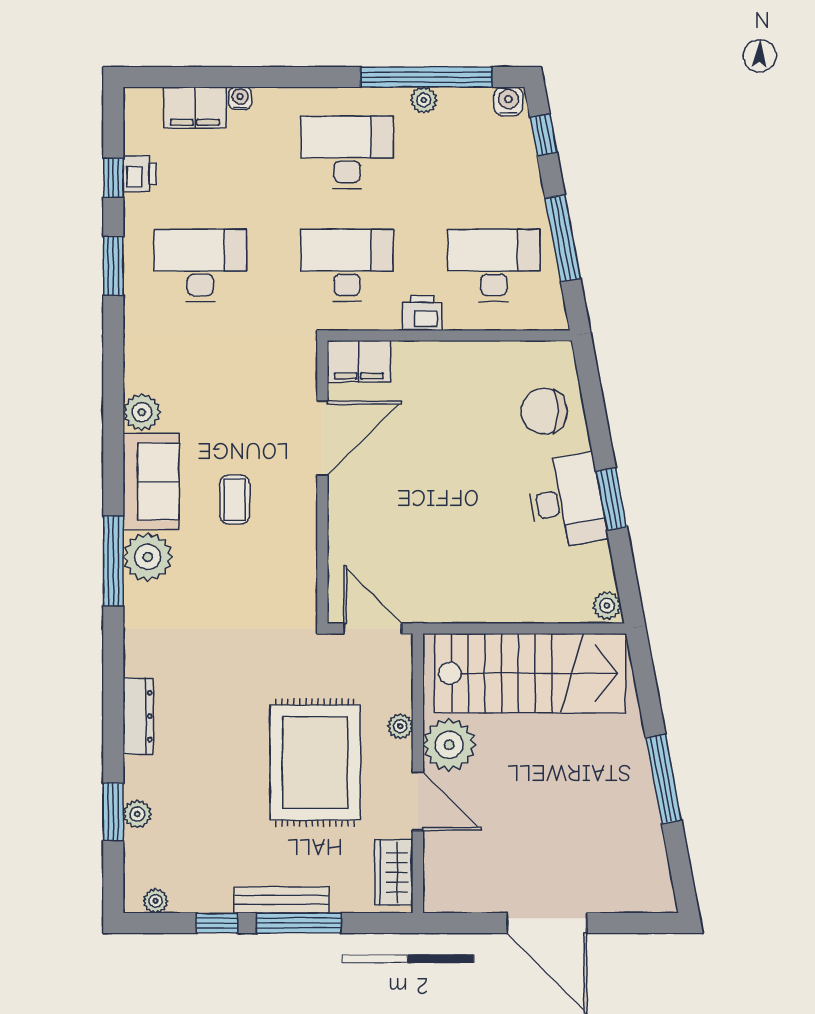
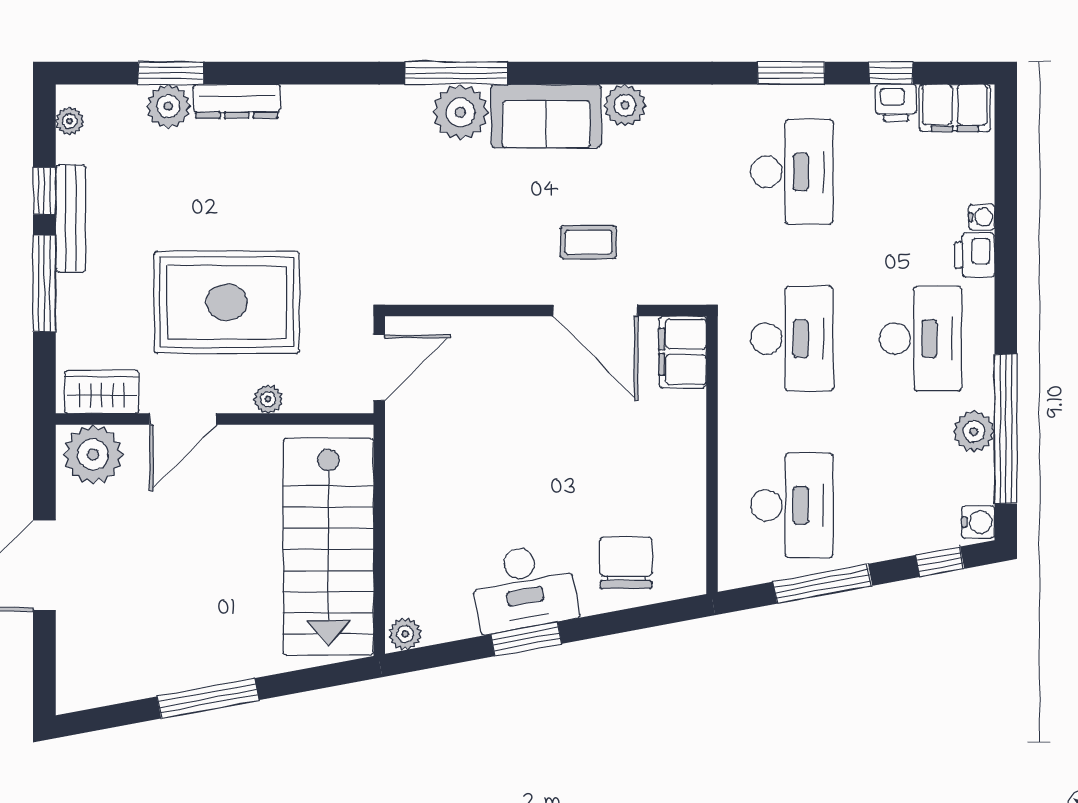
plant: (424, 100) -> (974, 431), width x1.38, depth x1.38
filing cabinet: (195, 108) -> (955, 108), moved, turned -90
printer: (422, 313) -> (975, 255), moved, turned 180
coffee table: (235, 500) -> (588, 242), moved
dresser: (138, 716) -> (237, 101), moved
plant: (449, 745) -> (93, 455), moved
plant: (137, 814) -> (168, 106), width x1.38, depth x1.38
bench: (281, 900) -> (71, 218), moved

